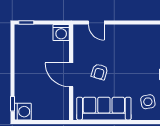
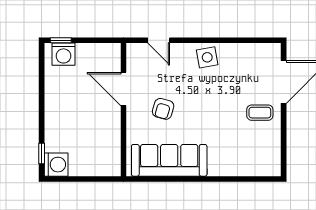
washing machine: (61, 33) -> (63, 54), moved
door: (71, 75) -> (123, 89), moved
side table: (148, 102) -> (207, 57), moved

